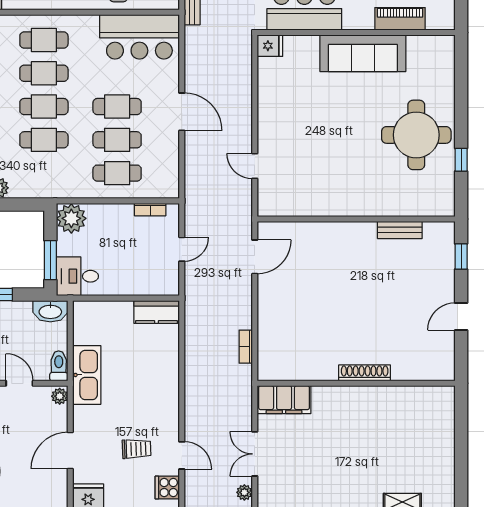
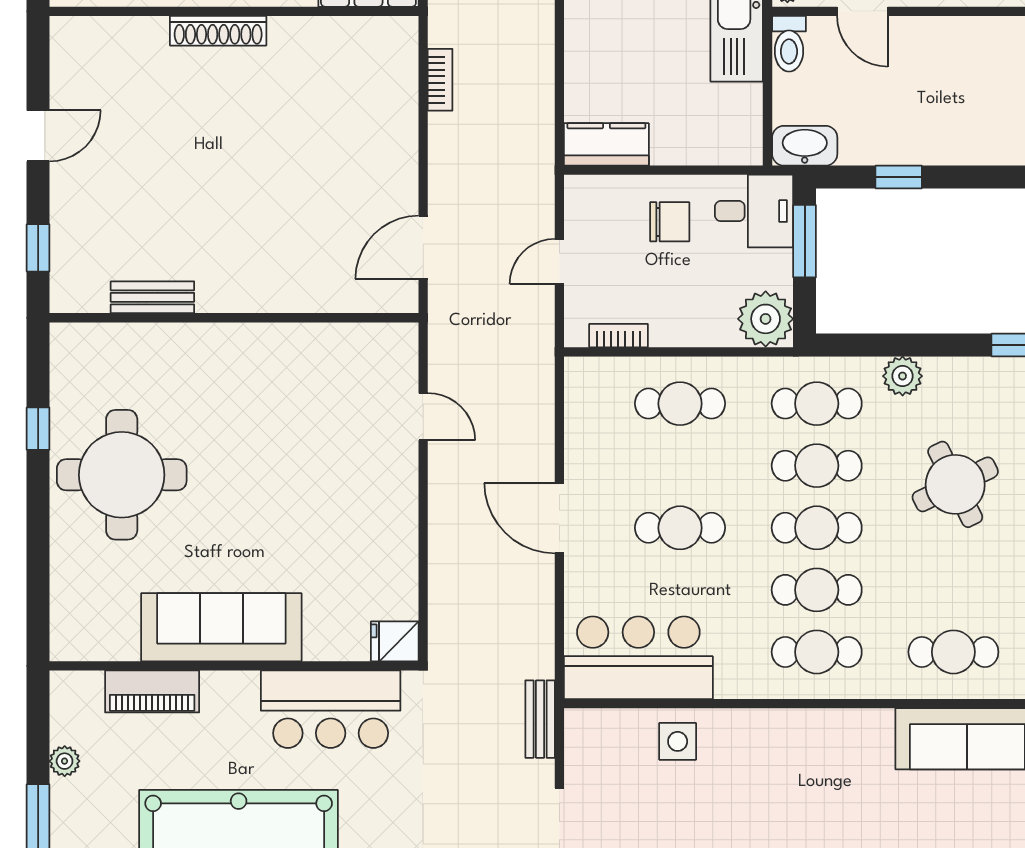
cafe table: (117, 140) -> (817, 404), moved
chair: (123, 271) -> (670, 222), added

